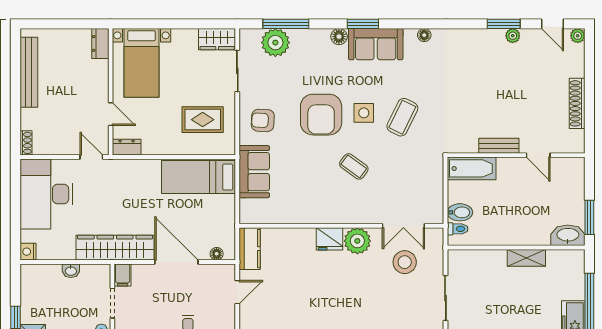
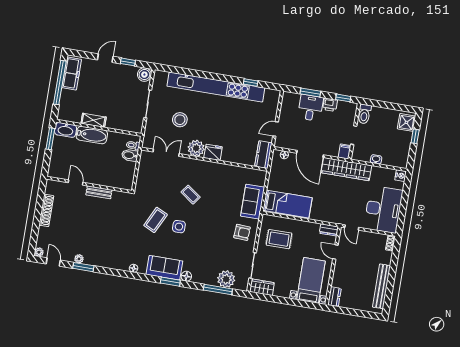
armchair: (321, 115) -> (205, 230), removed
bathtub: (472, 168) -> (92, 135), moved, turned 180
stool: (405, 262) -> (180, 120), moved

